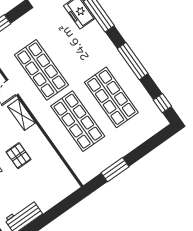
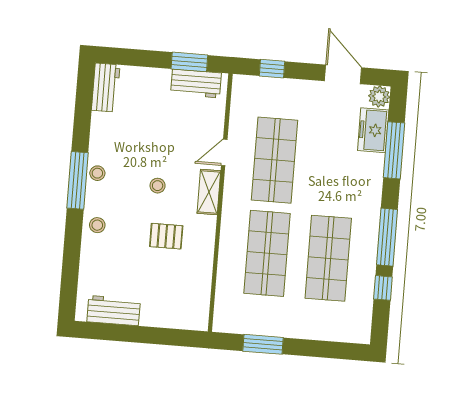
window: (162, 103) -> (383, 288), moved
pallet: (18, 156) -> (166, 236), turned 90

